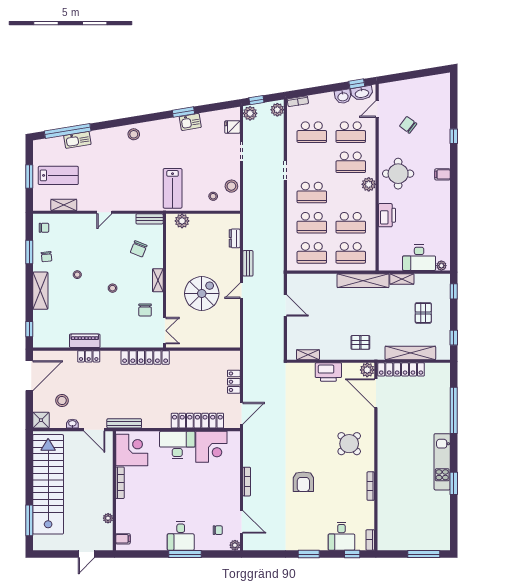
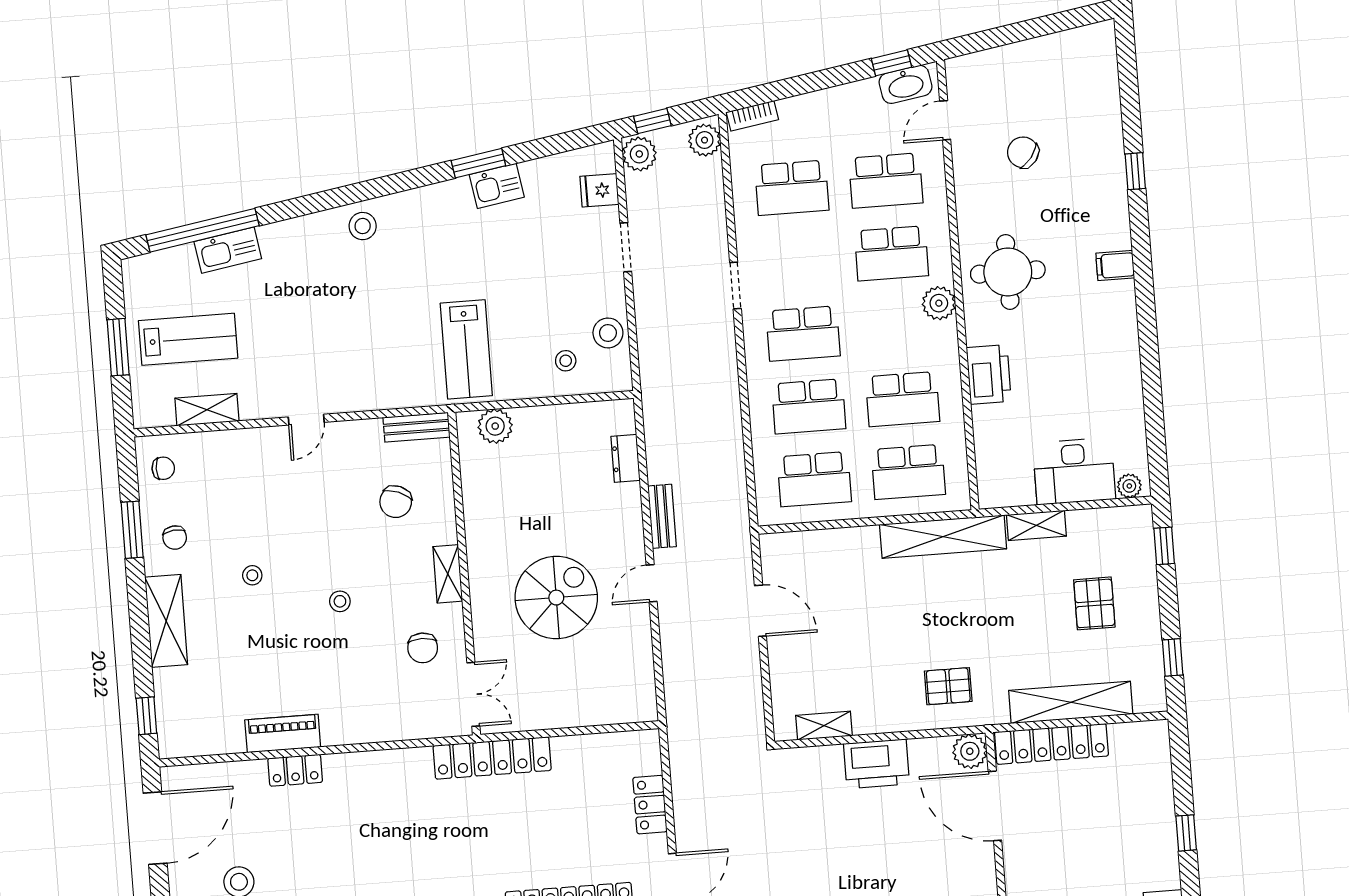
washbasin: (343, 96) -> (860, 96), removed
locker: (145, 357) -> (492, 758), moved
window: (454, 410) -> (1186, 833), width x0.32

